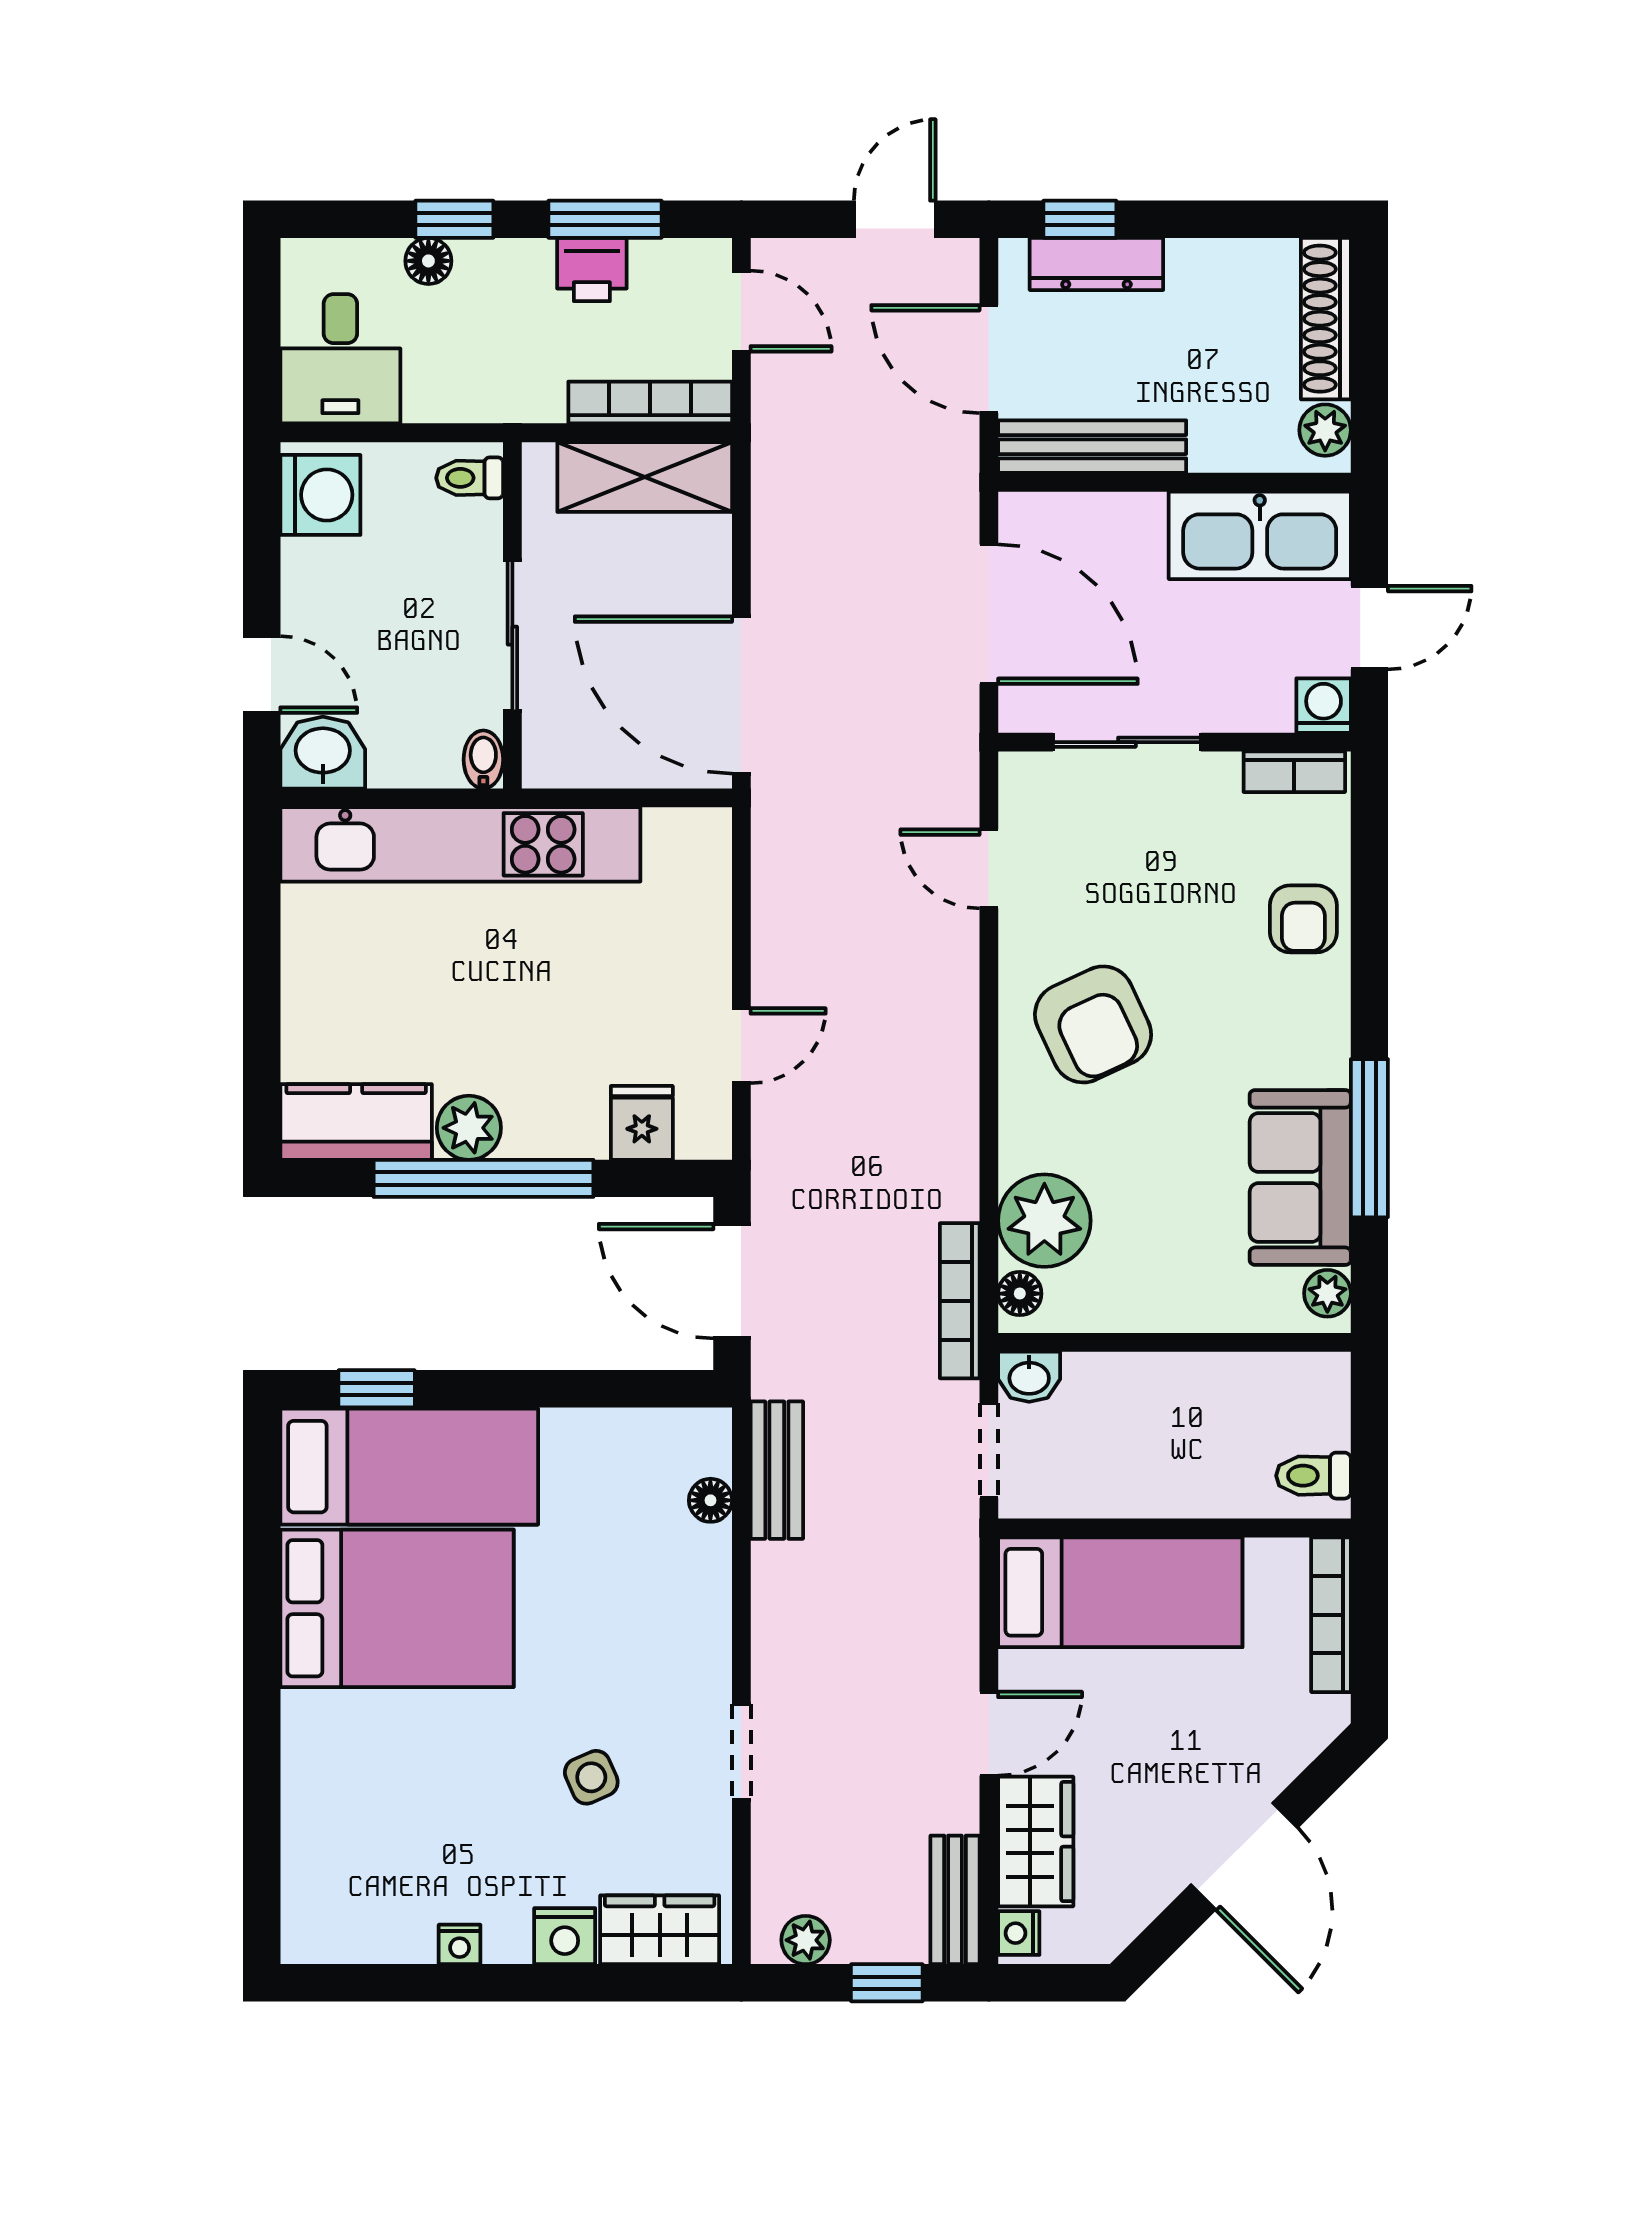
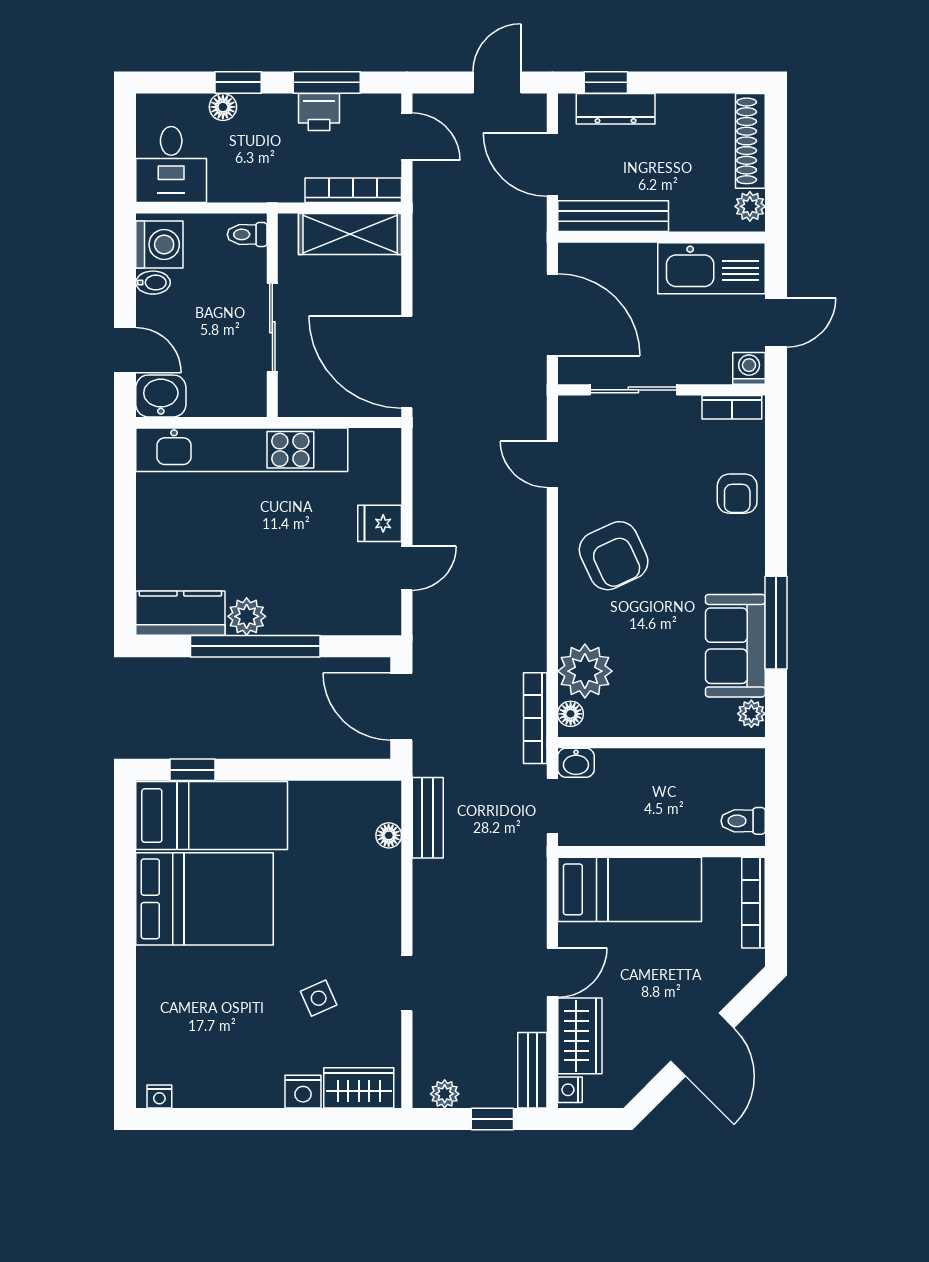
bidet: (483, 759) -> (153, 283), moved, turned 90
fridge: (642, 1123) -> (380, 523), moved, turned -90
nightstand: (460, 1944) -> (159, 1096), moved

